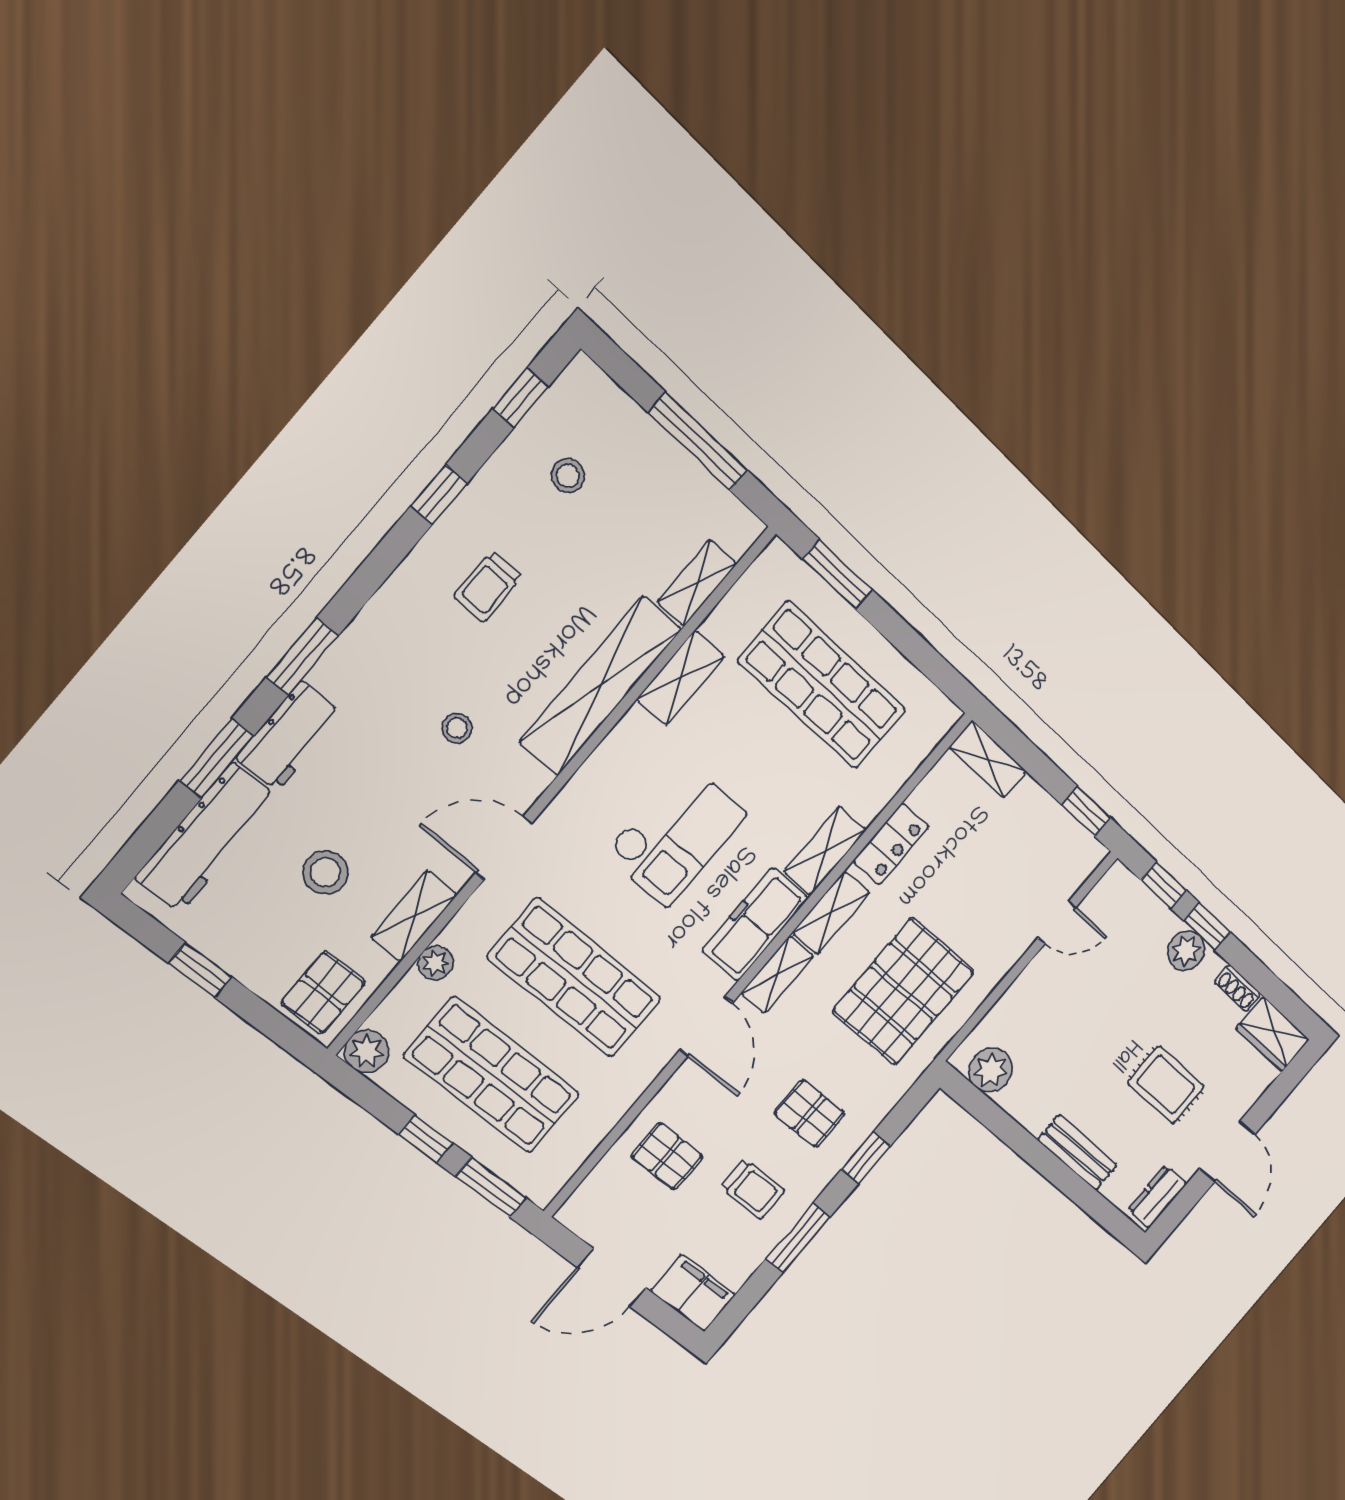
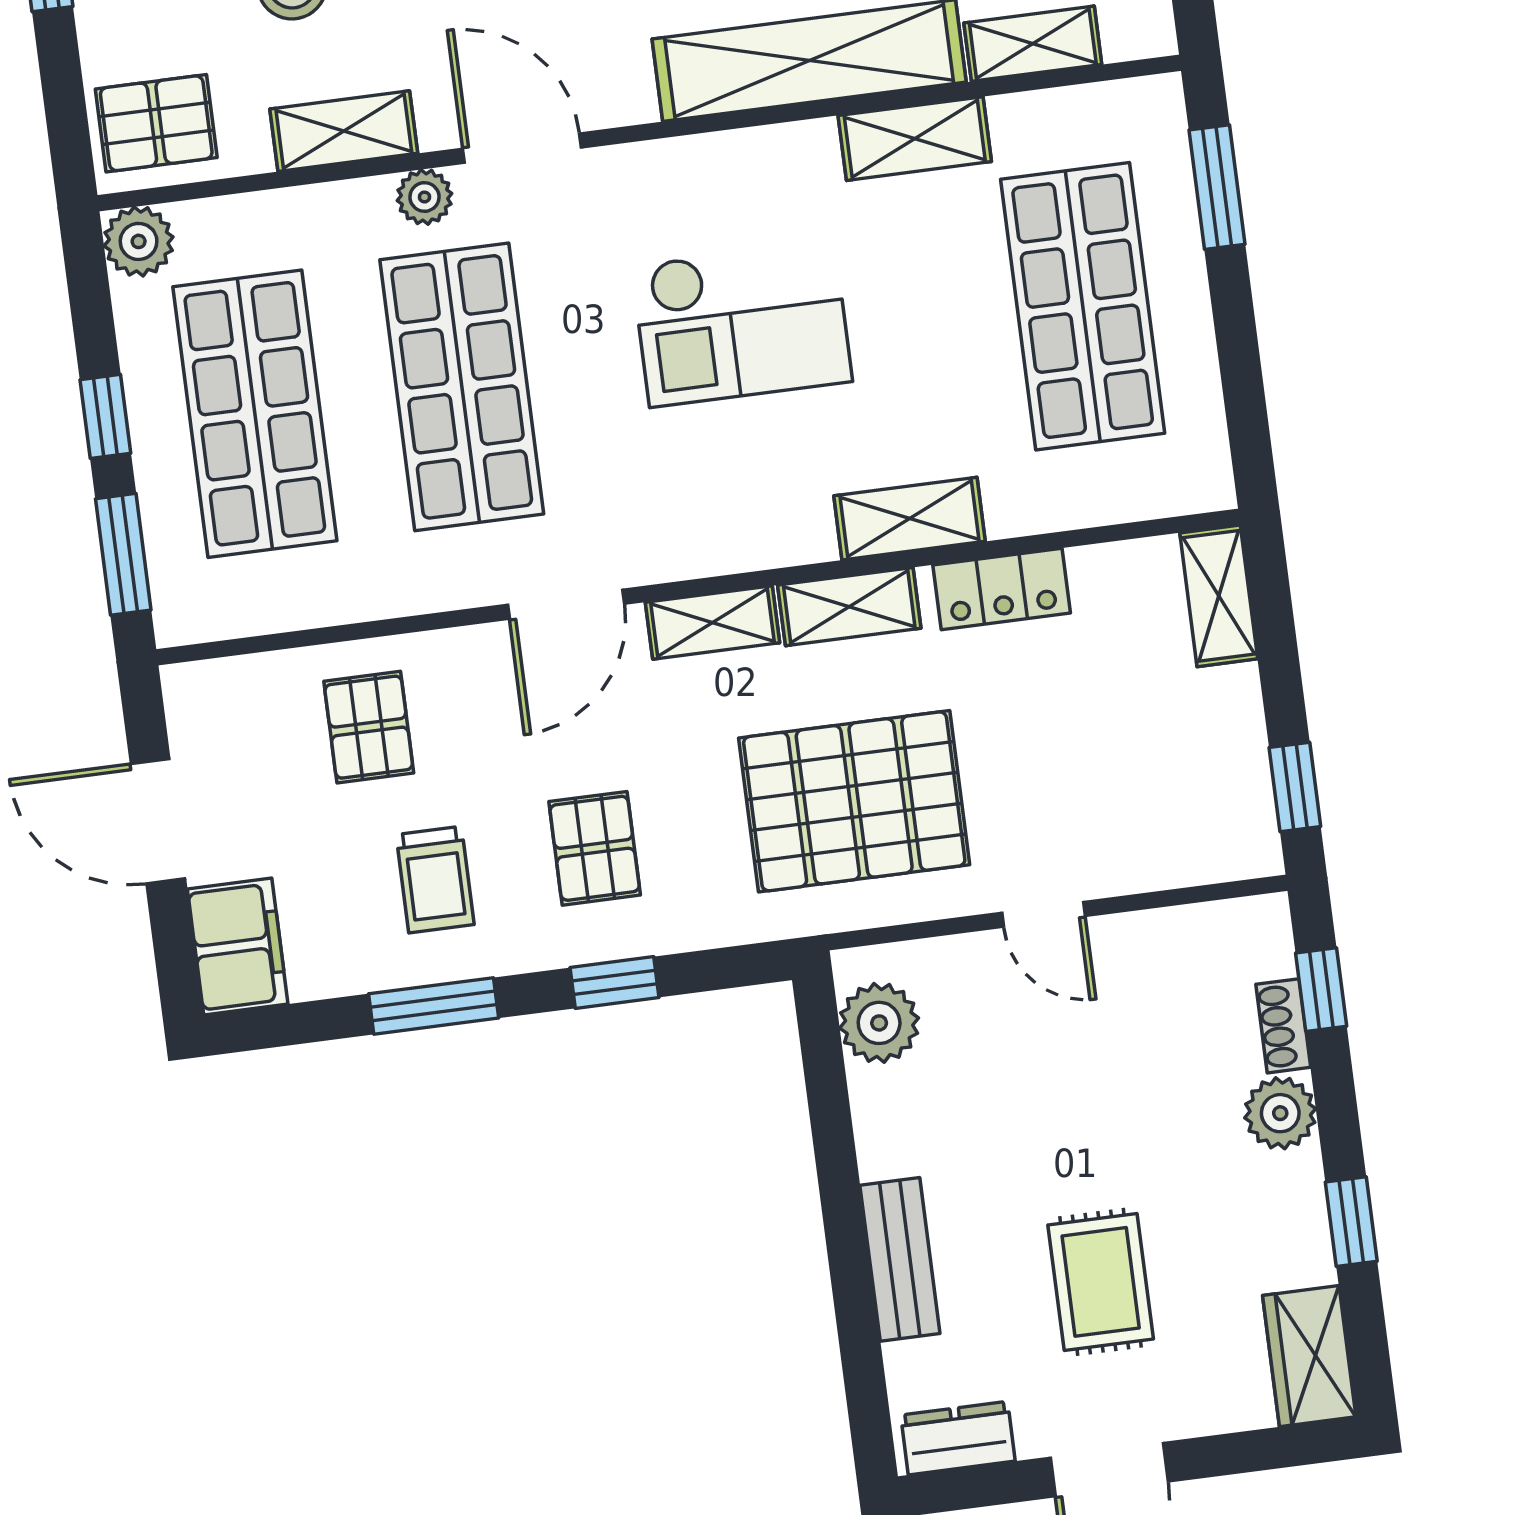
door: (1057, 923) -> (1044, 914), moved
freezer: (755, 924) -> (740, 530), removed
window: (1207, 926) -> (1351, 1222), moved
plant: (436, 963) -> (425, 197), moved
shoe rack: (1238, 988) -> (1283, 1026), moved

